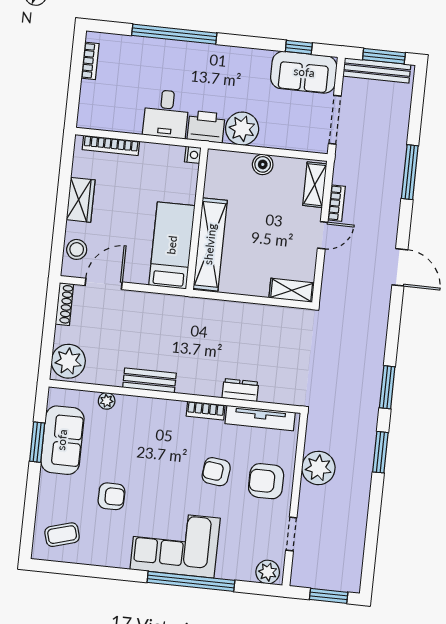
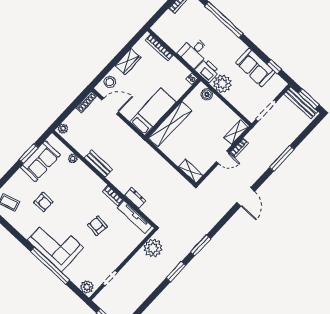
sofa: (304, 72) -> (255, 67), moved
boiler: (263, 164) -> (207, 94), moved
plant: (68, 361) -> (63, 129), width x0.53, depth x0.53
plant: (318, 468) -> (153, 248), moved
armchair: (266, 481) -> (116, 247), removed

